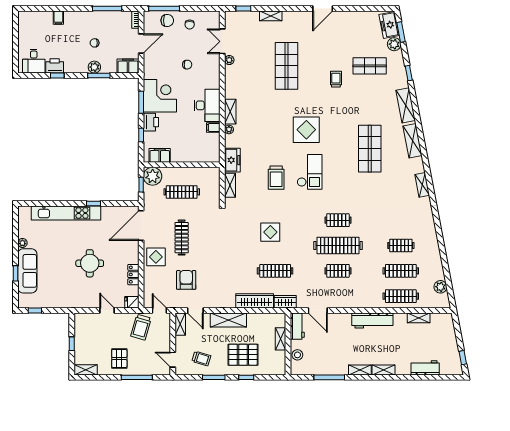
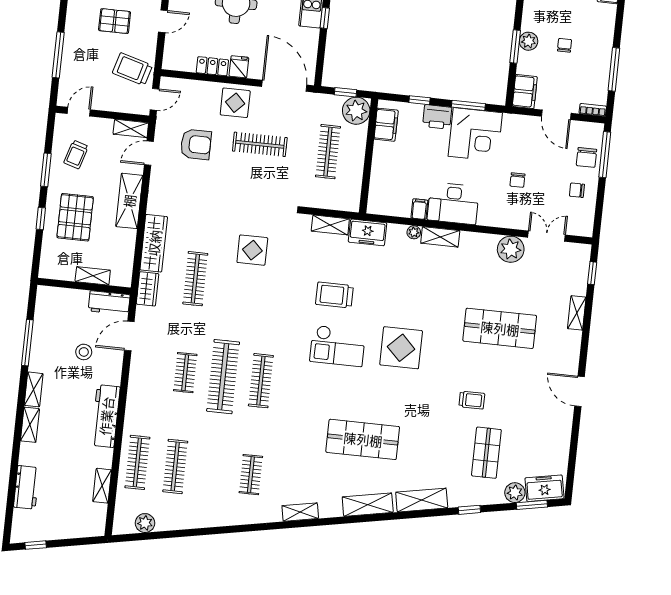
plant: (229, 60) -> (511, 249), width x1.88, depth x1.88
clothes rail: (338, 220) -> (261, 381), width x1.36
display table: (270, 232) -> (252, 250), moved
clothes rail: (401, 246) -> (251, 475), moved
fridge: (132, 302) -> (239, 67), moved
stool: (297, 355) -> (84, 352), moved
pallet: (119, 358) -> (115, 21), moved

